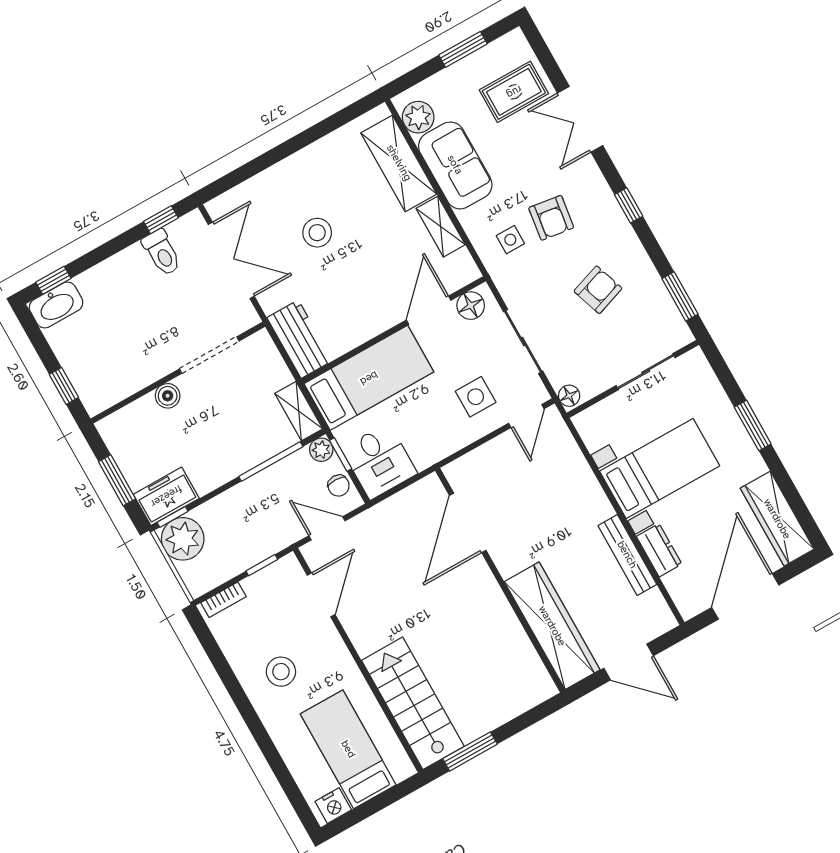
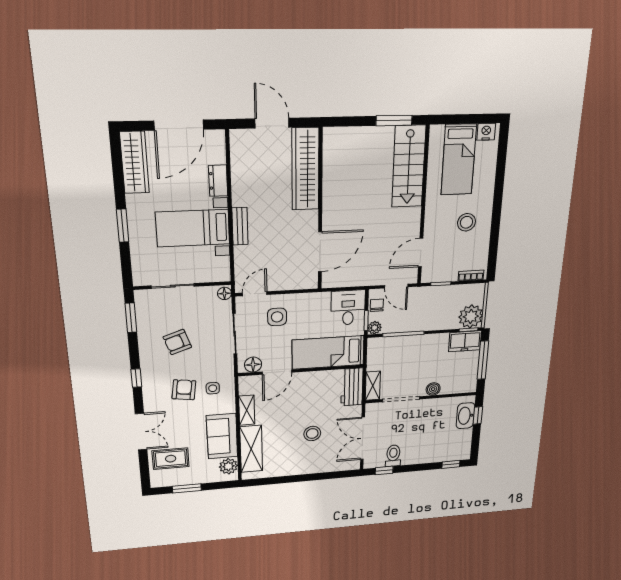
washbasin: (56, 305) -> (465, 416), moved, turned -90
shelving: (299, 411) -> (373, 386), moved
window: (117, 480) -> (483, 360), width x1.44
bench: (627, 555) -> (240, 226), moved, width x0.73

